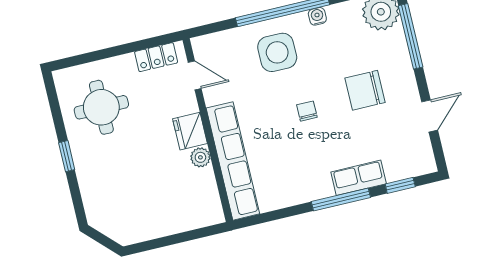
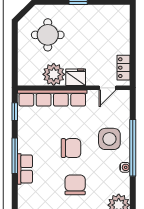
round table: (101, 107) -> (48, 35), moved
chair: (307, 111) -> (71, 148), width x1.87, depth x1.87
plant: (200, 157) -> (54, 74), width x1.87, depth x1.87
window: (400, 185) -> (15, 112), moved

